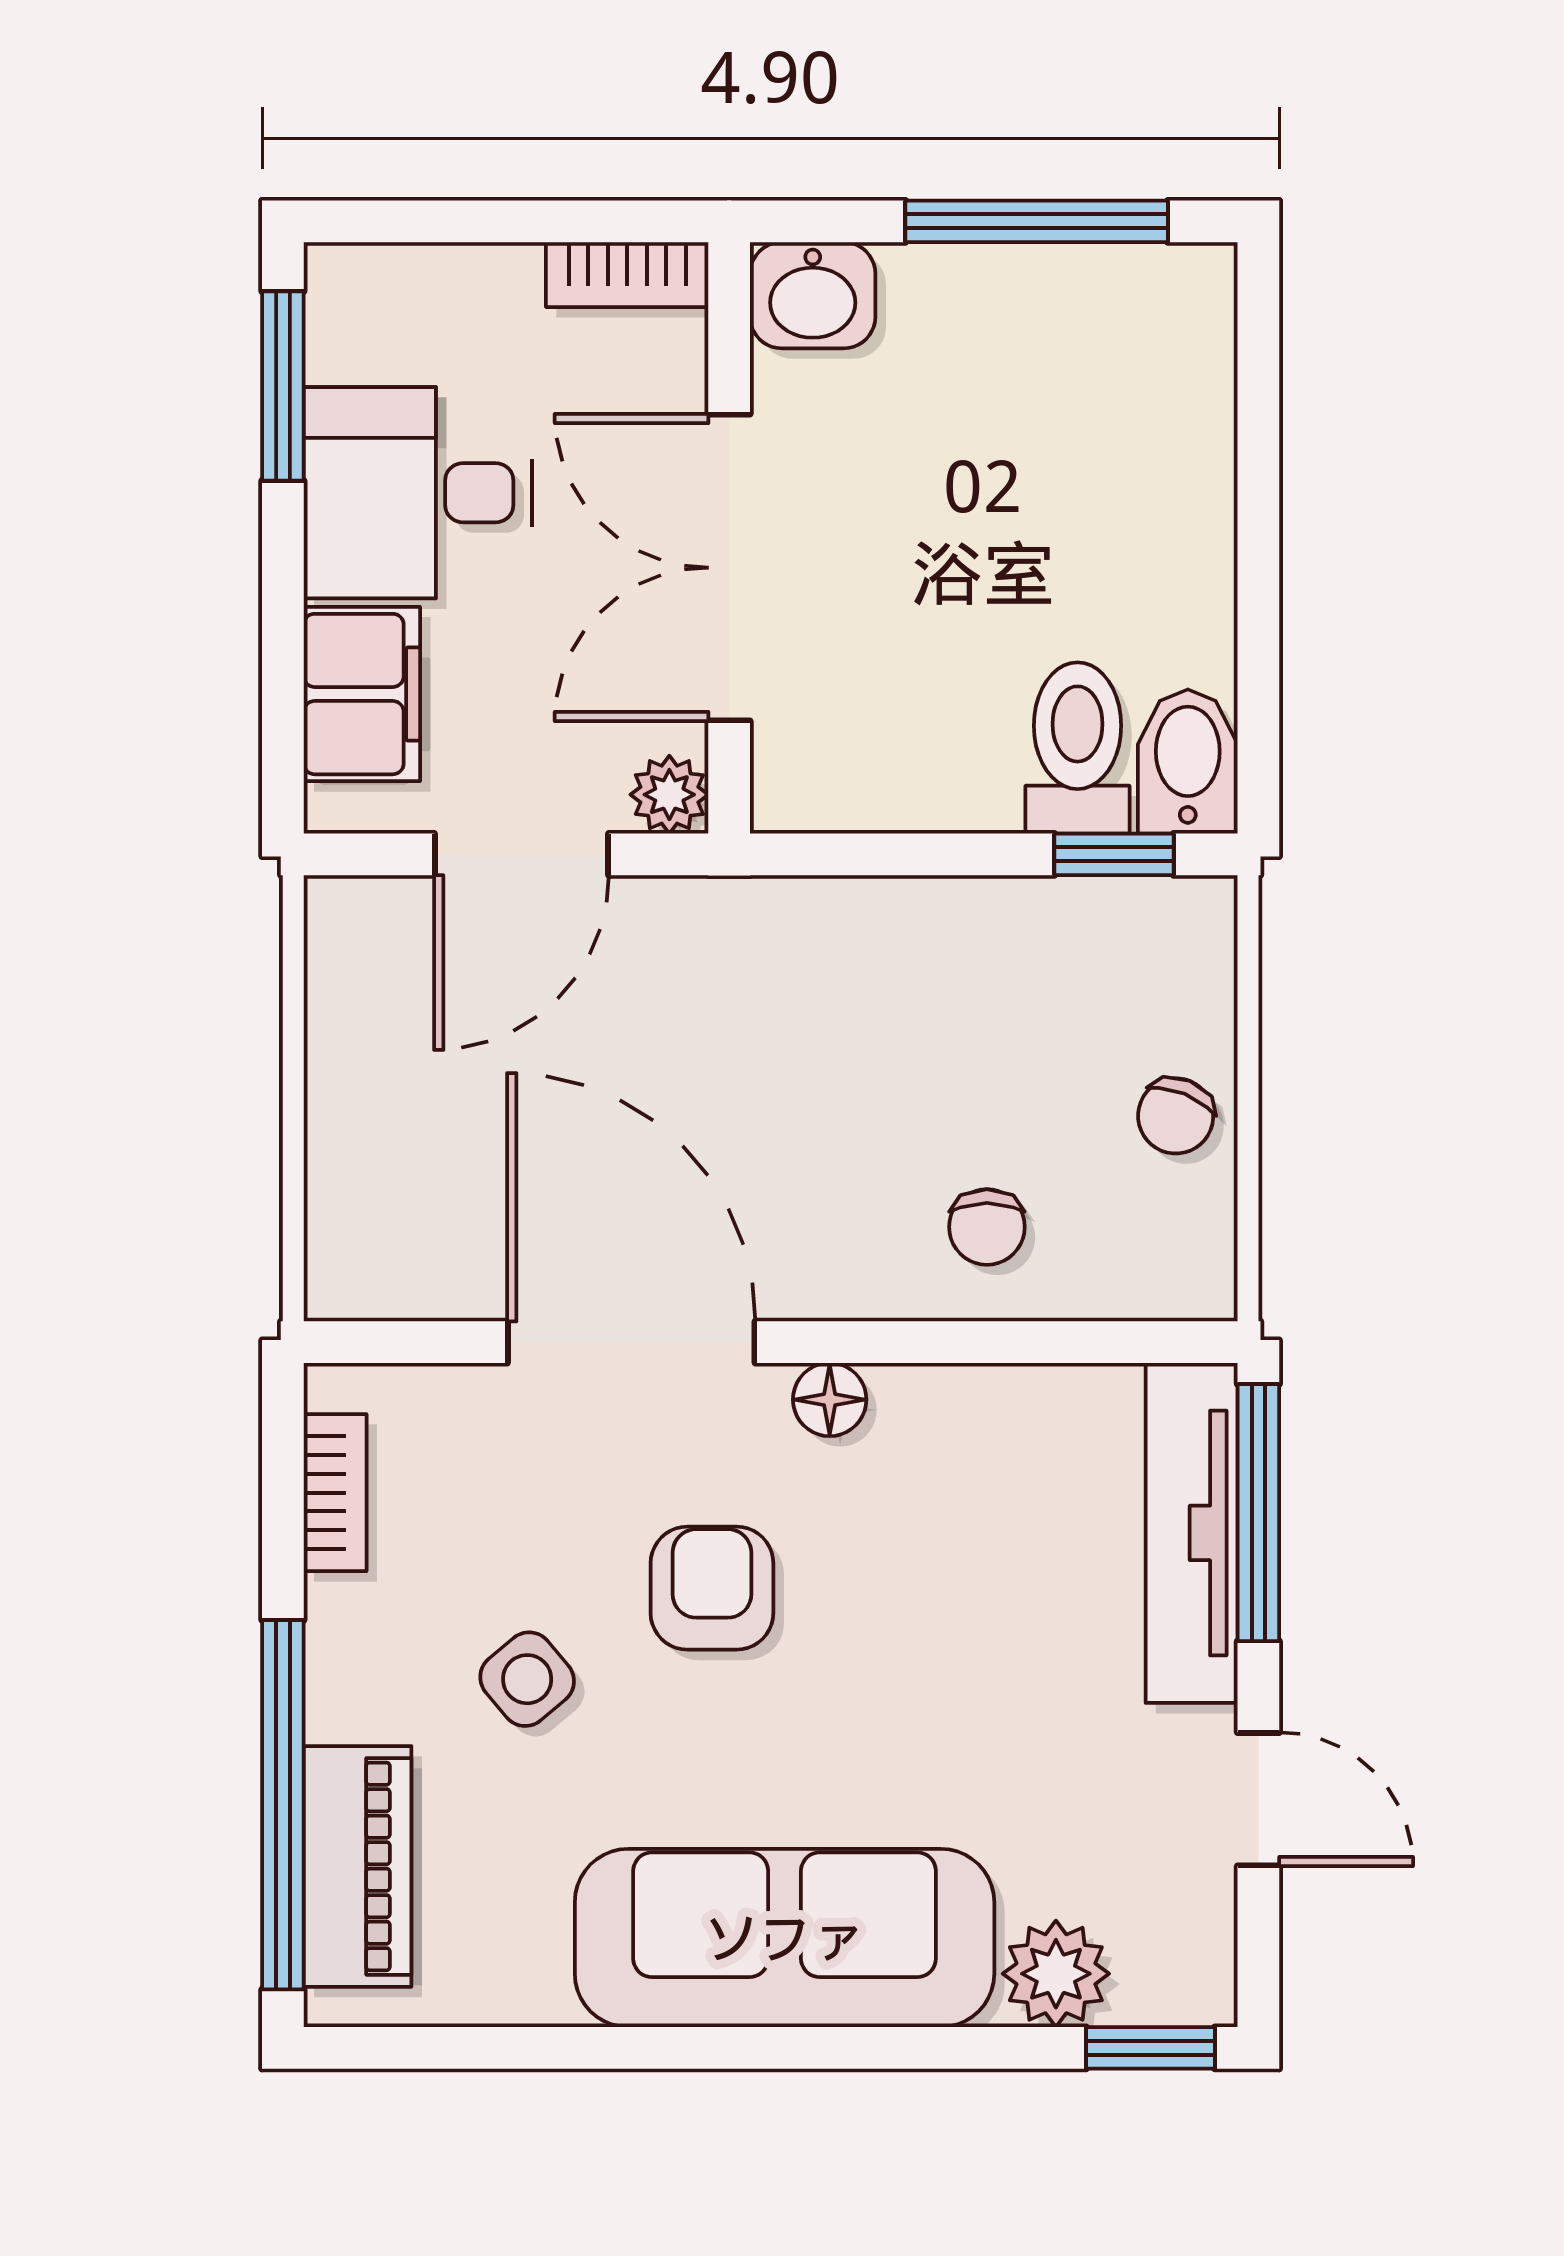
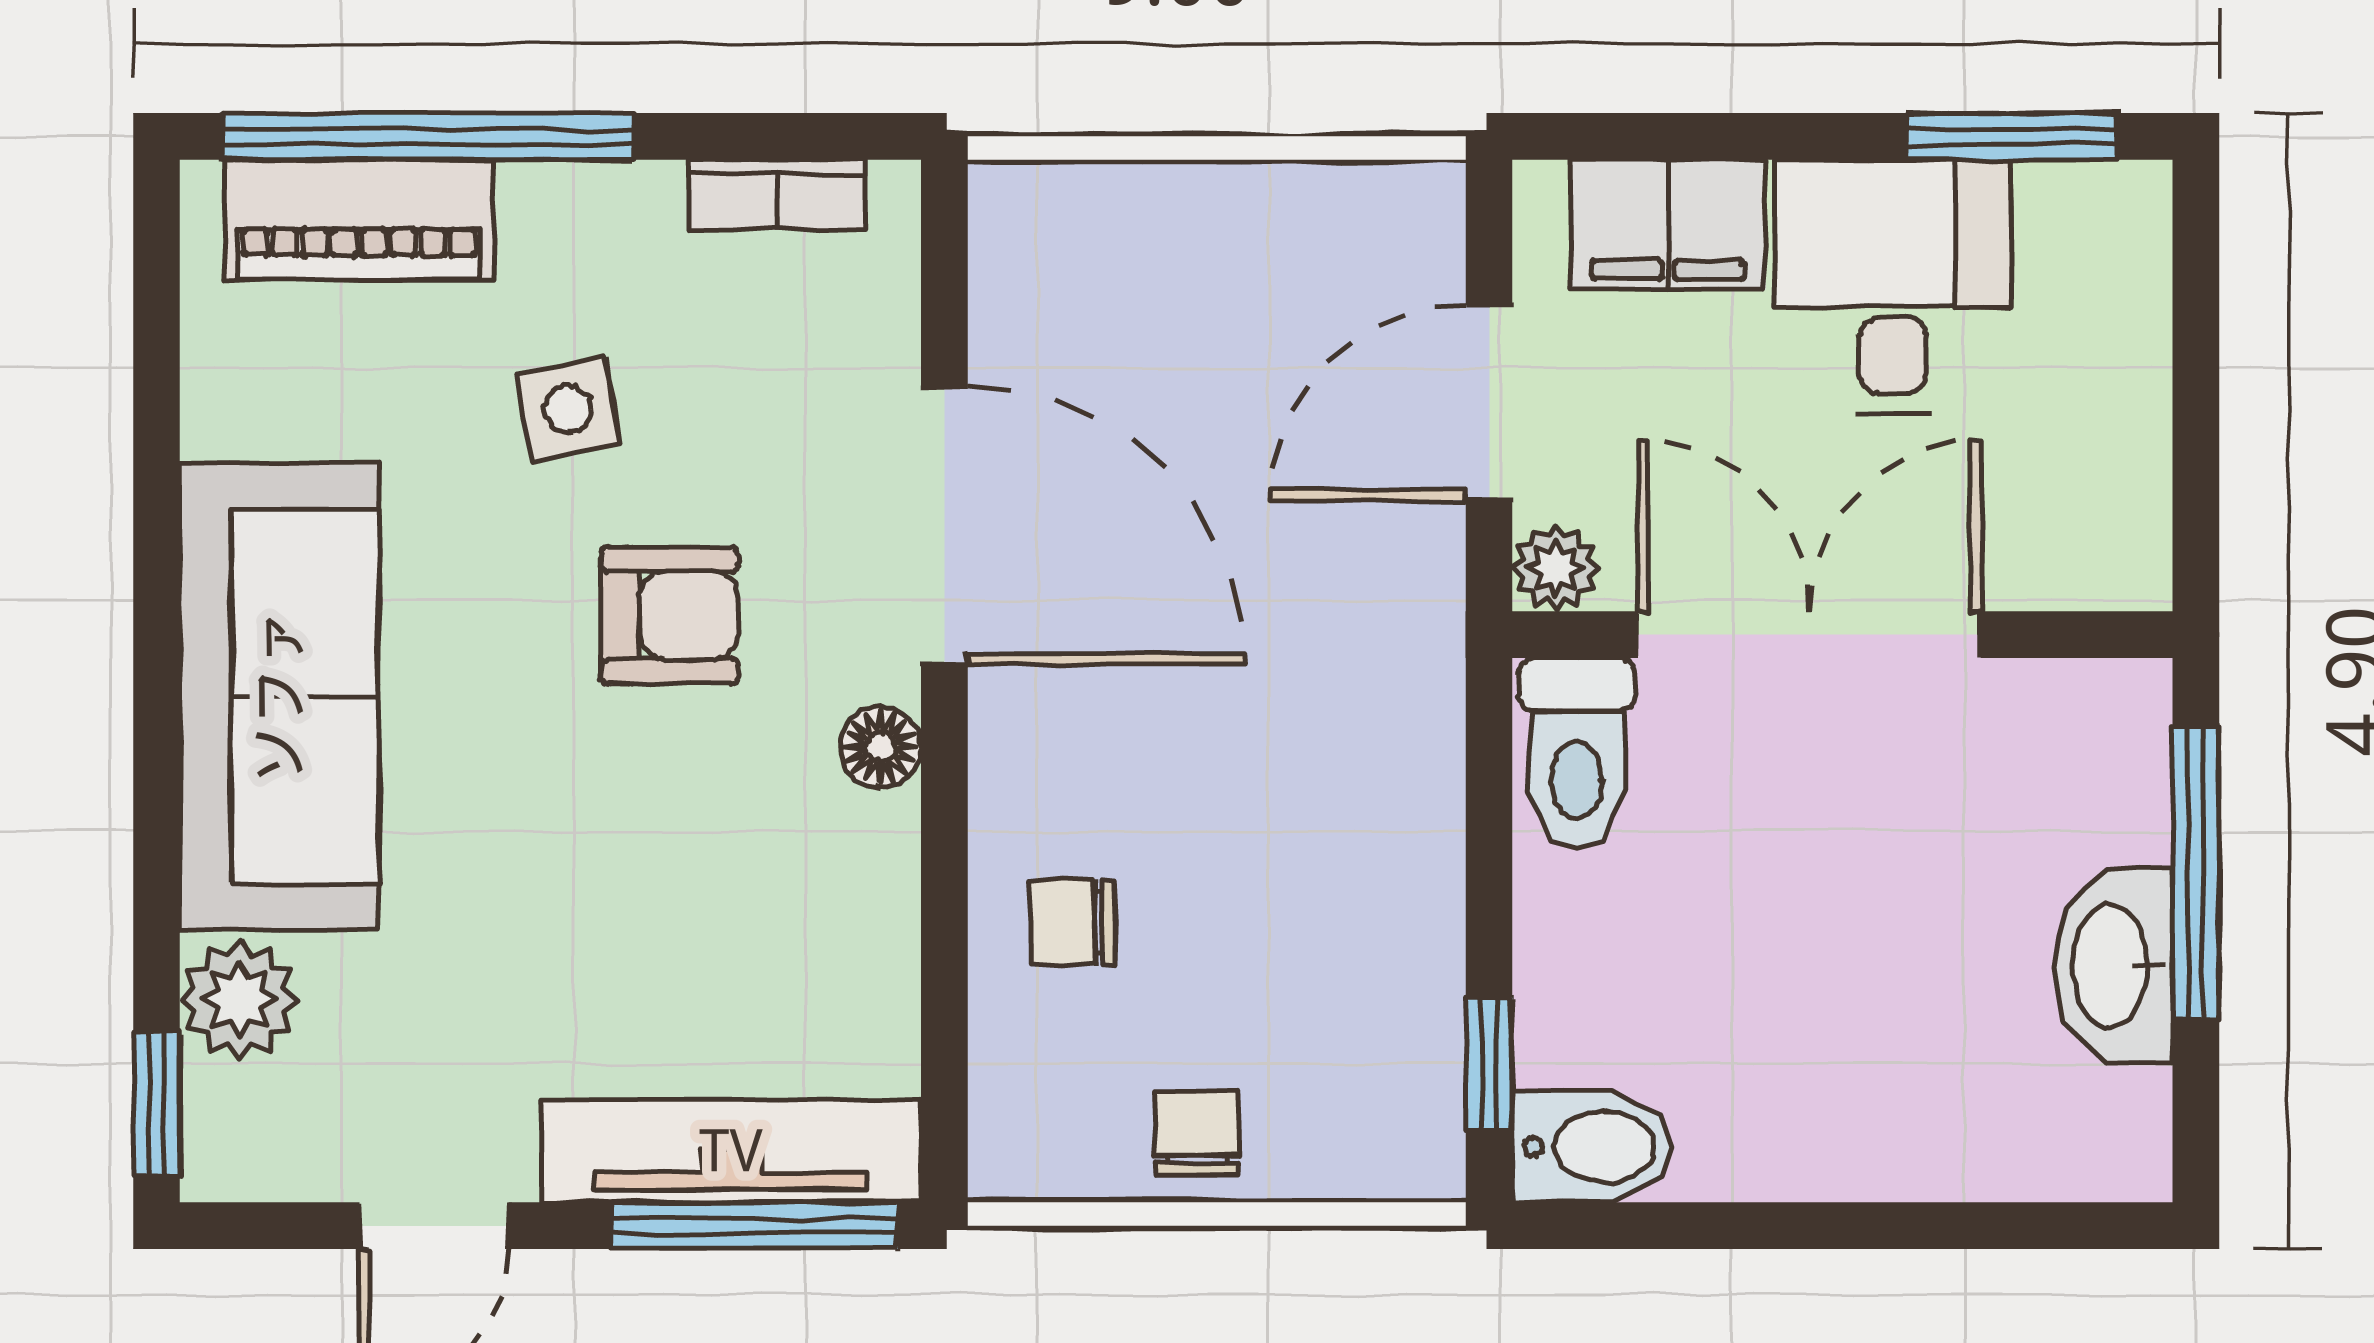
window: (1037, 221) -> (2196, 873), moved
bookcase: (627, 275) -> (2136, 521), removed
washbasin: (813, 295) -> (2113, 966), moved, width x1.38
toilet: (1078, 748) -> (1577, 753), moved, turned 90
door: (521, 854) -> (1489, 403), hinge flipped
chair: (1176, 1116) -> (1197, 1133), turned 68
door: (631, 1342) -> (944, 525), hinge flipped
side table: (527, 1679) -> (568, 409), turned 30

